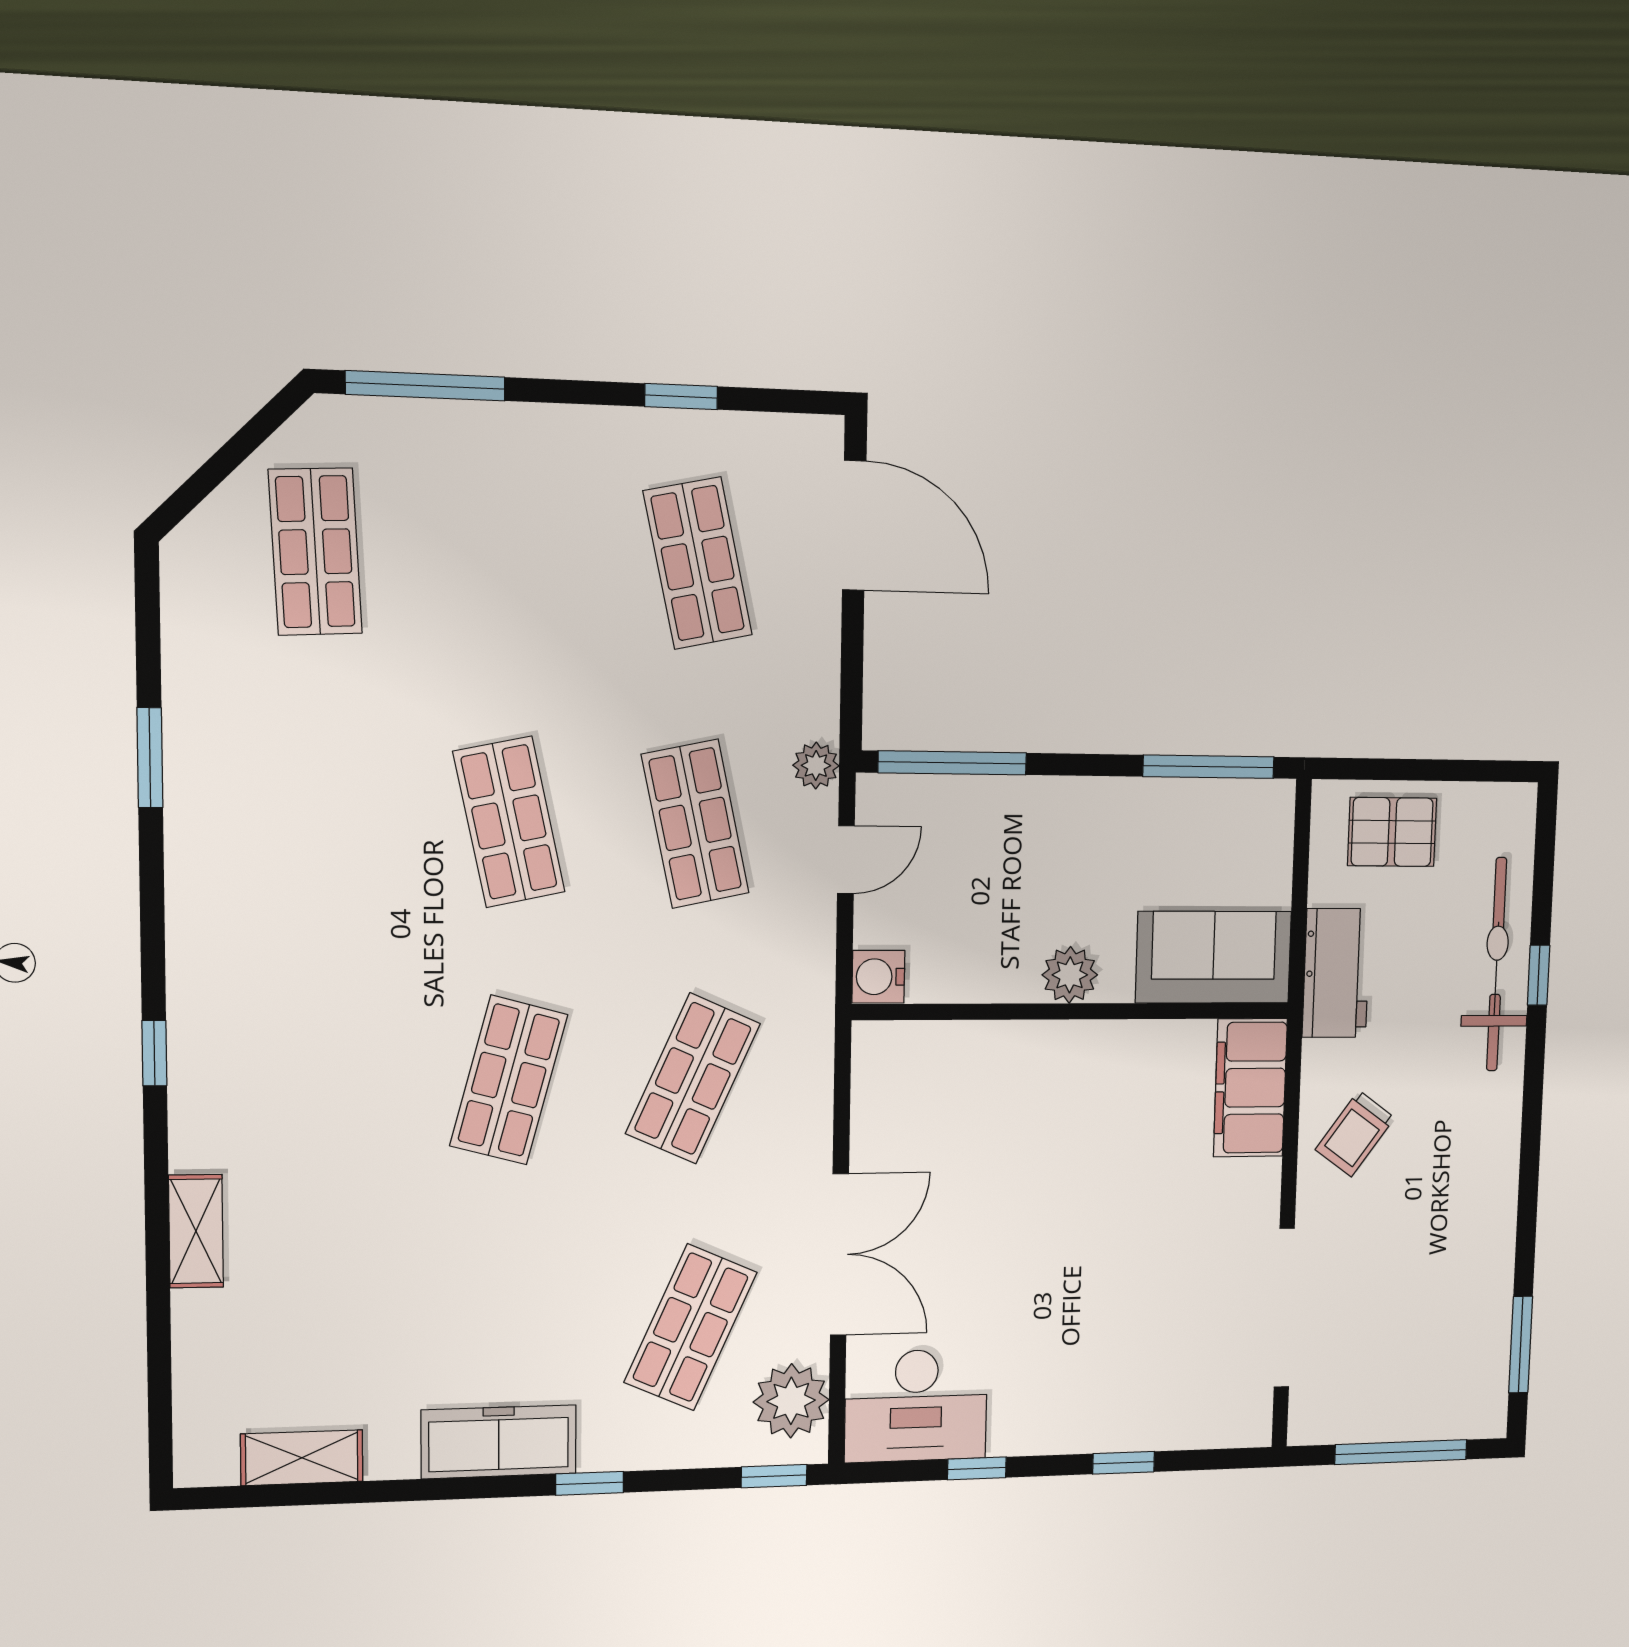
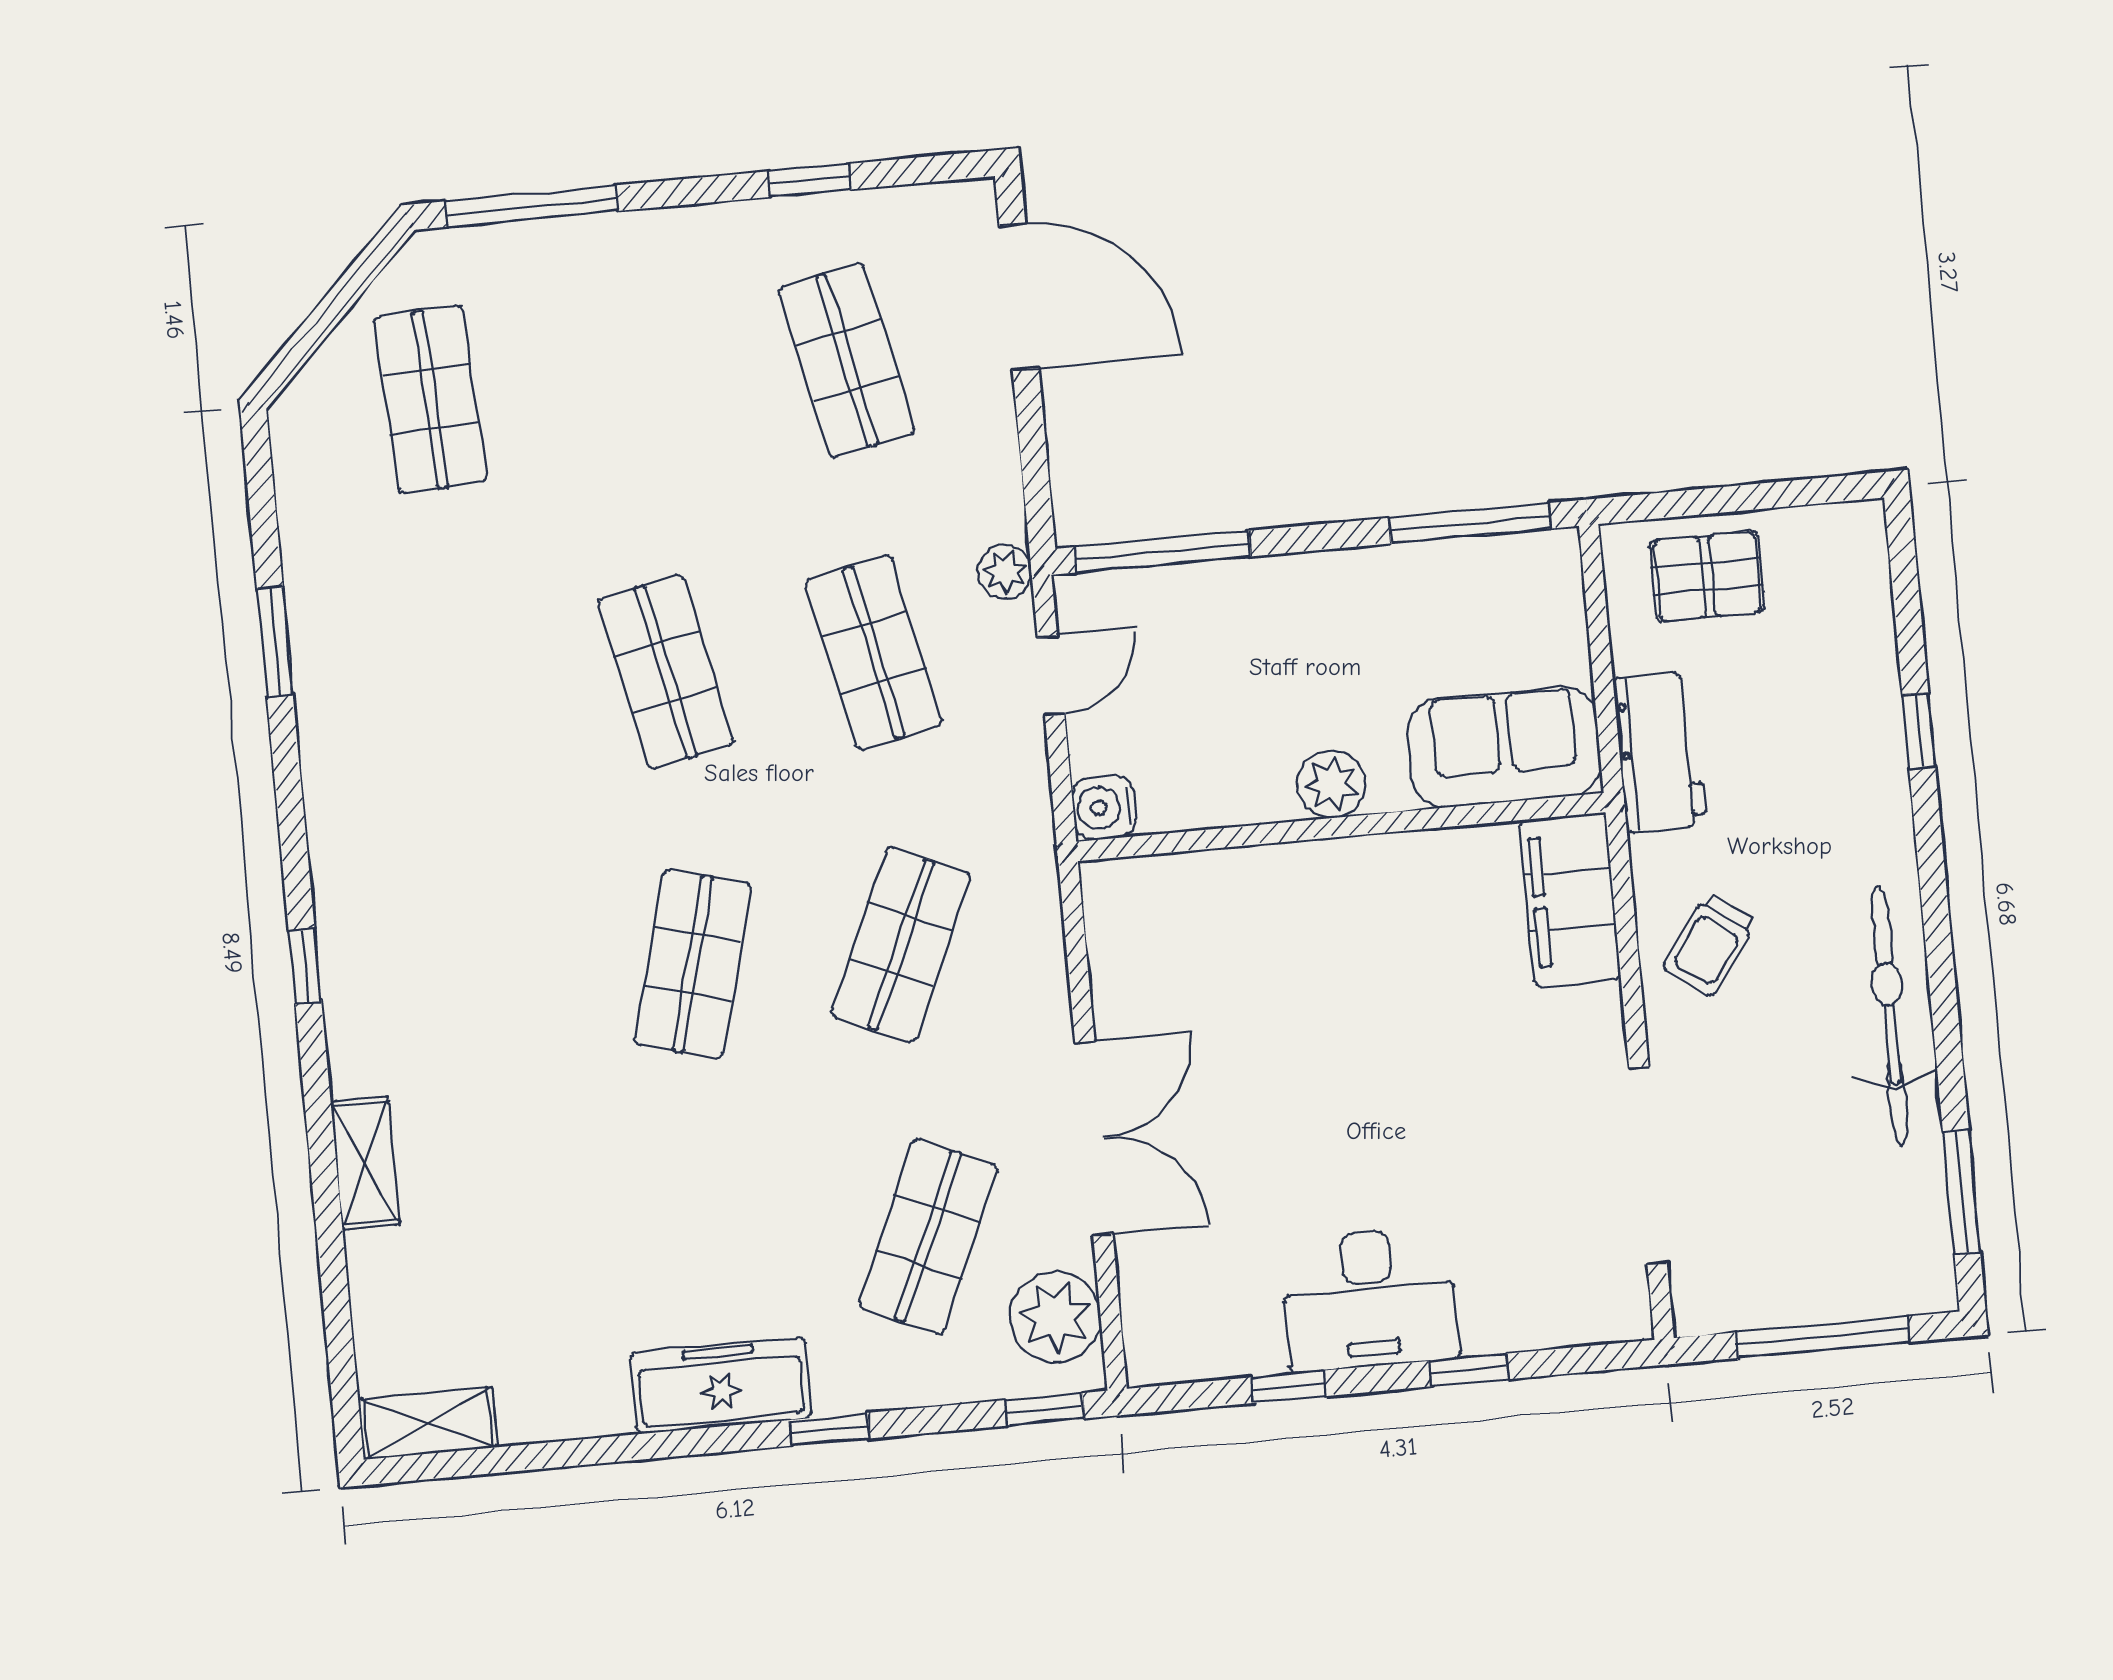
bicycle: (1497, 965) -> (1890, 1015), moved
desk: (916, 1406) -> (1370, 1299), moved
shelving: (302, 1458) -> (428, 1423), moved

